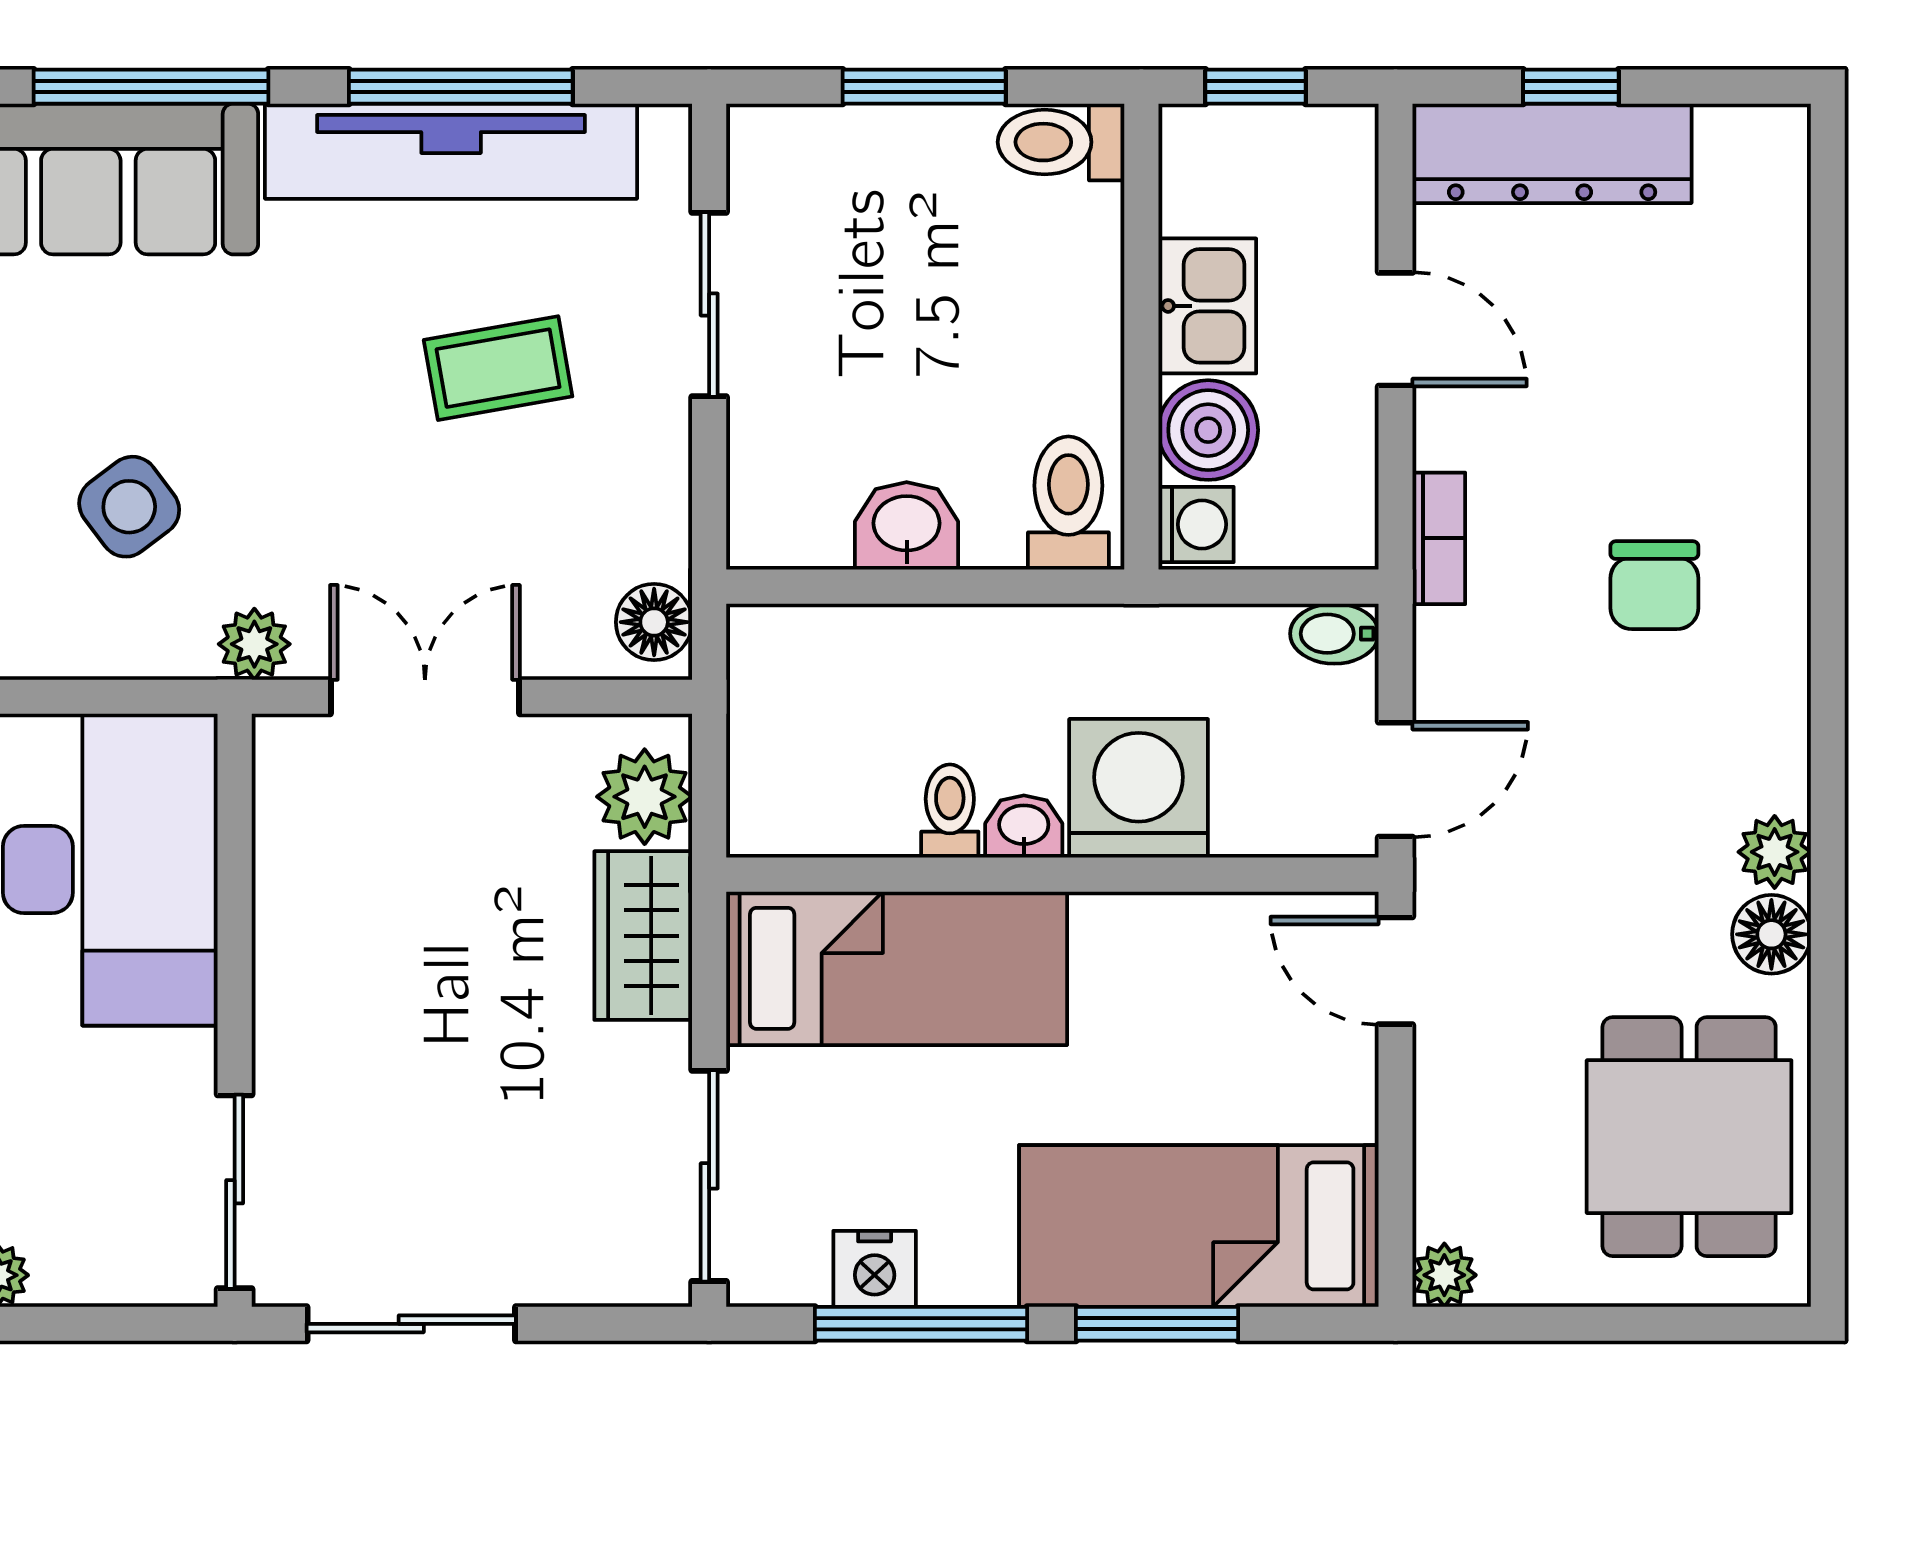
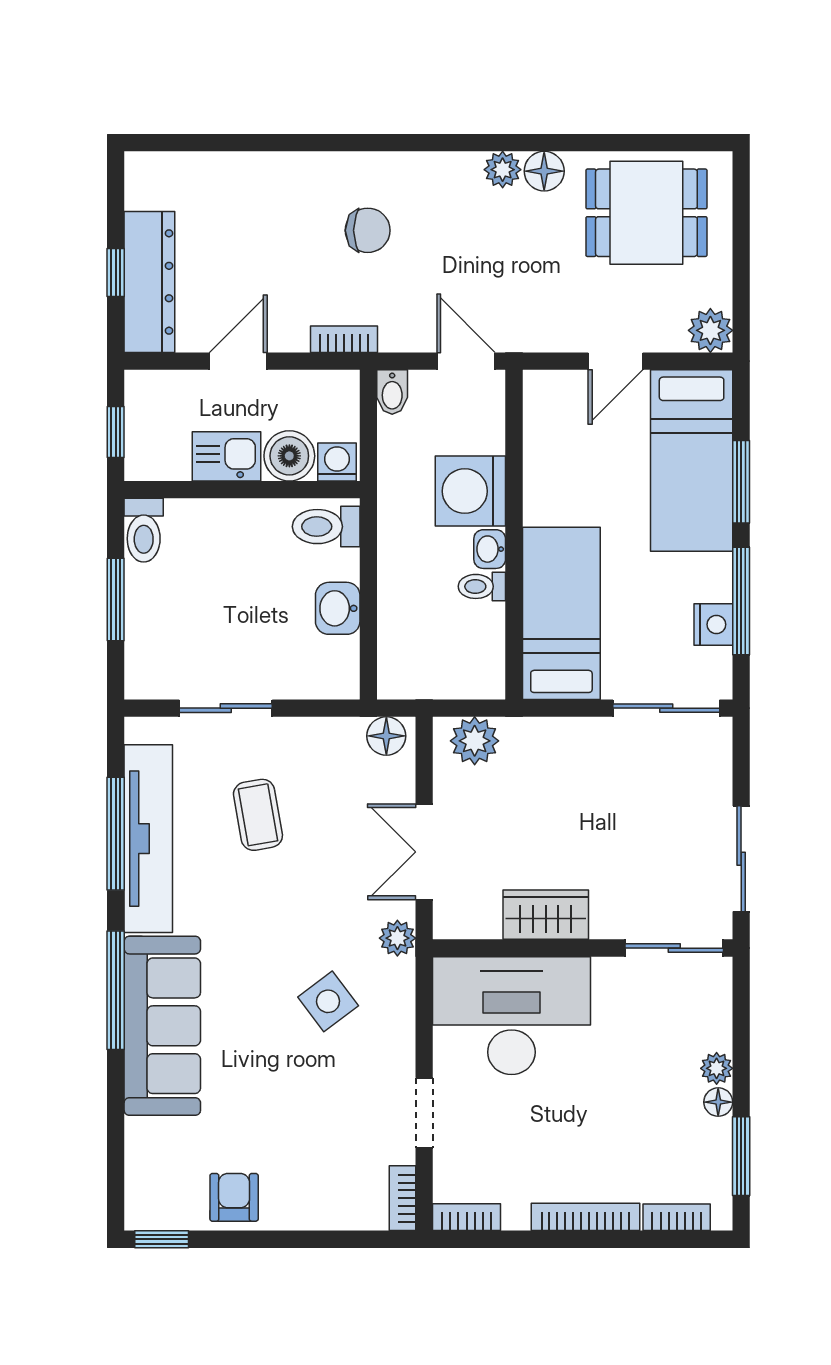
wardrobe: (643, 936) -> (546, 915), moved, turned 180
door: (1396, 971) -> (615, 361), moved
plant: (1444, 1275) -> (710, 330), width x1.38, depth x1.38

